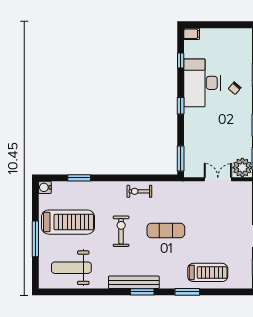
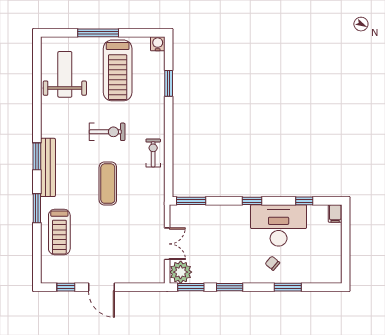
bench: (134, 282) -> (48, 167), moved

